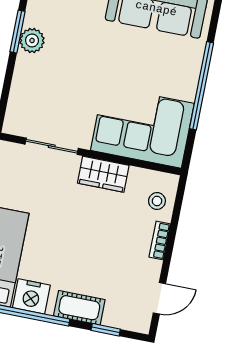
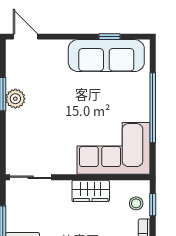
sliding door: (52, 146) -> (31, 177), moved
window: (177, 207) -> (153, 205), added

